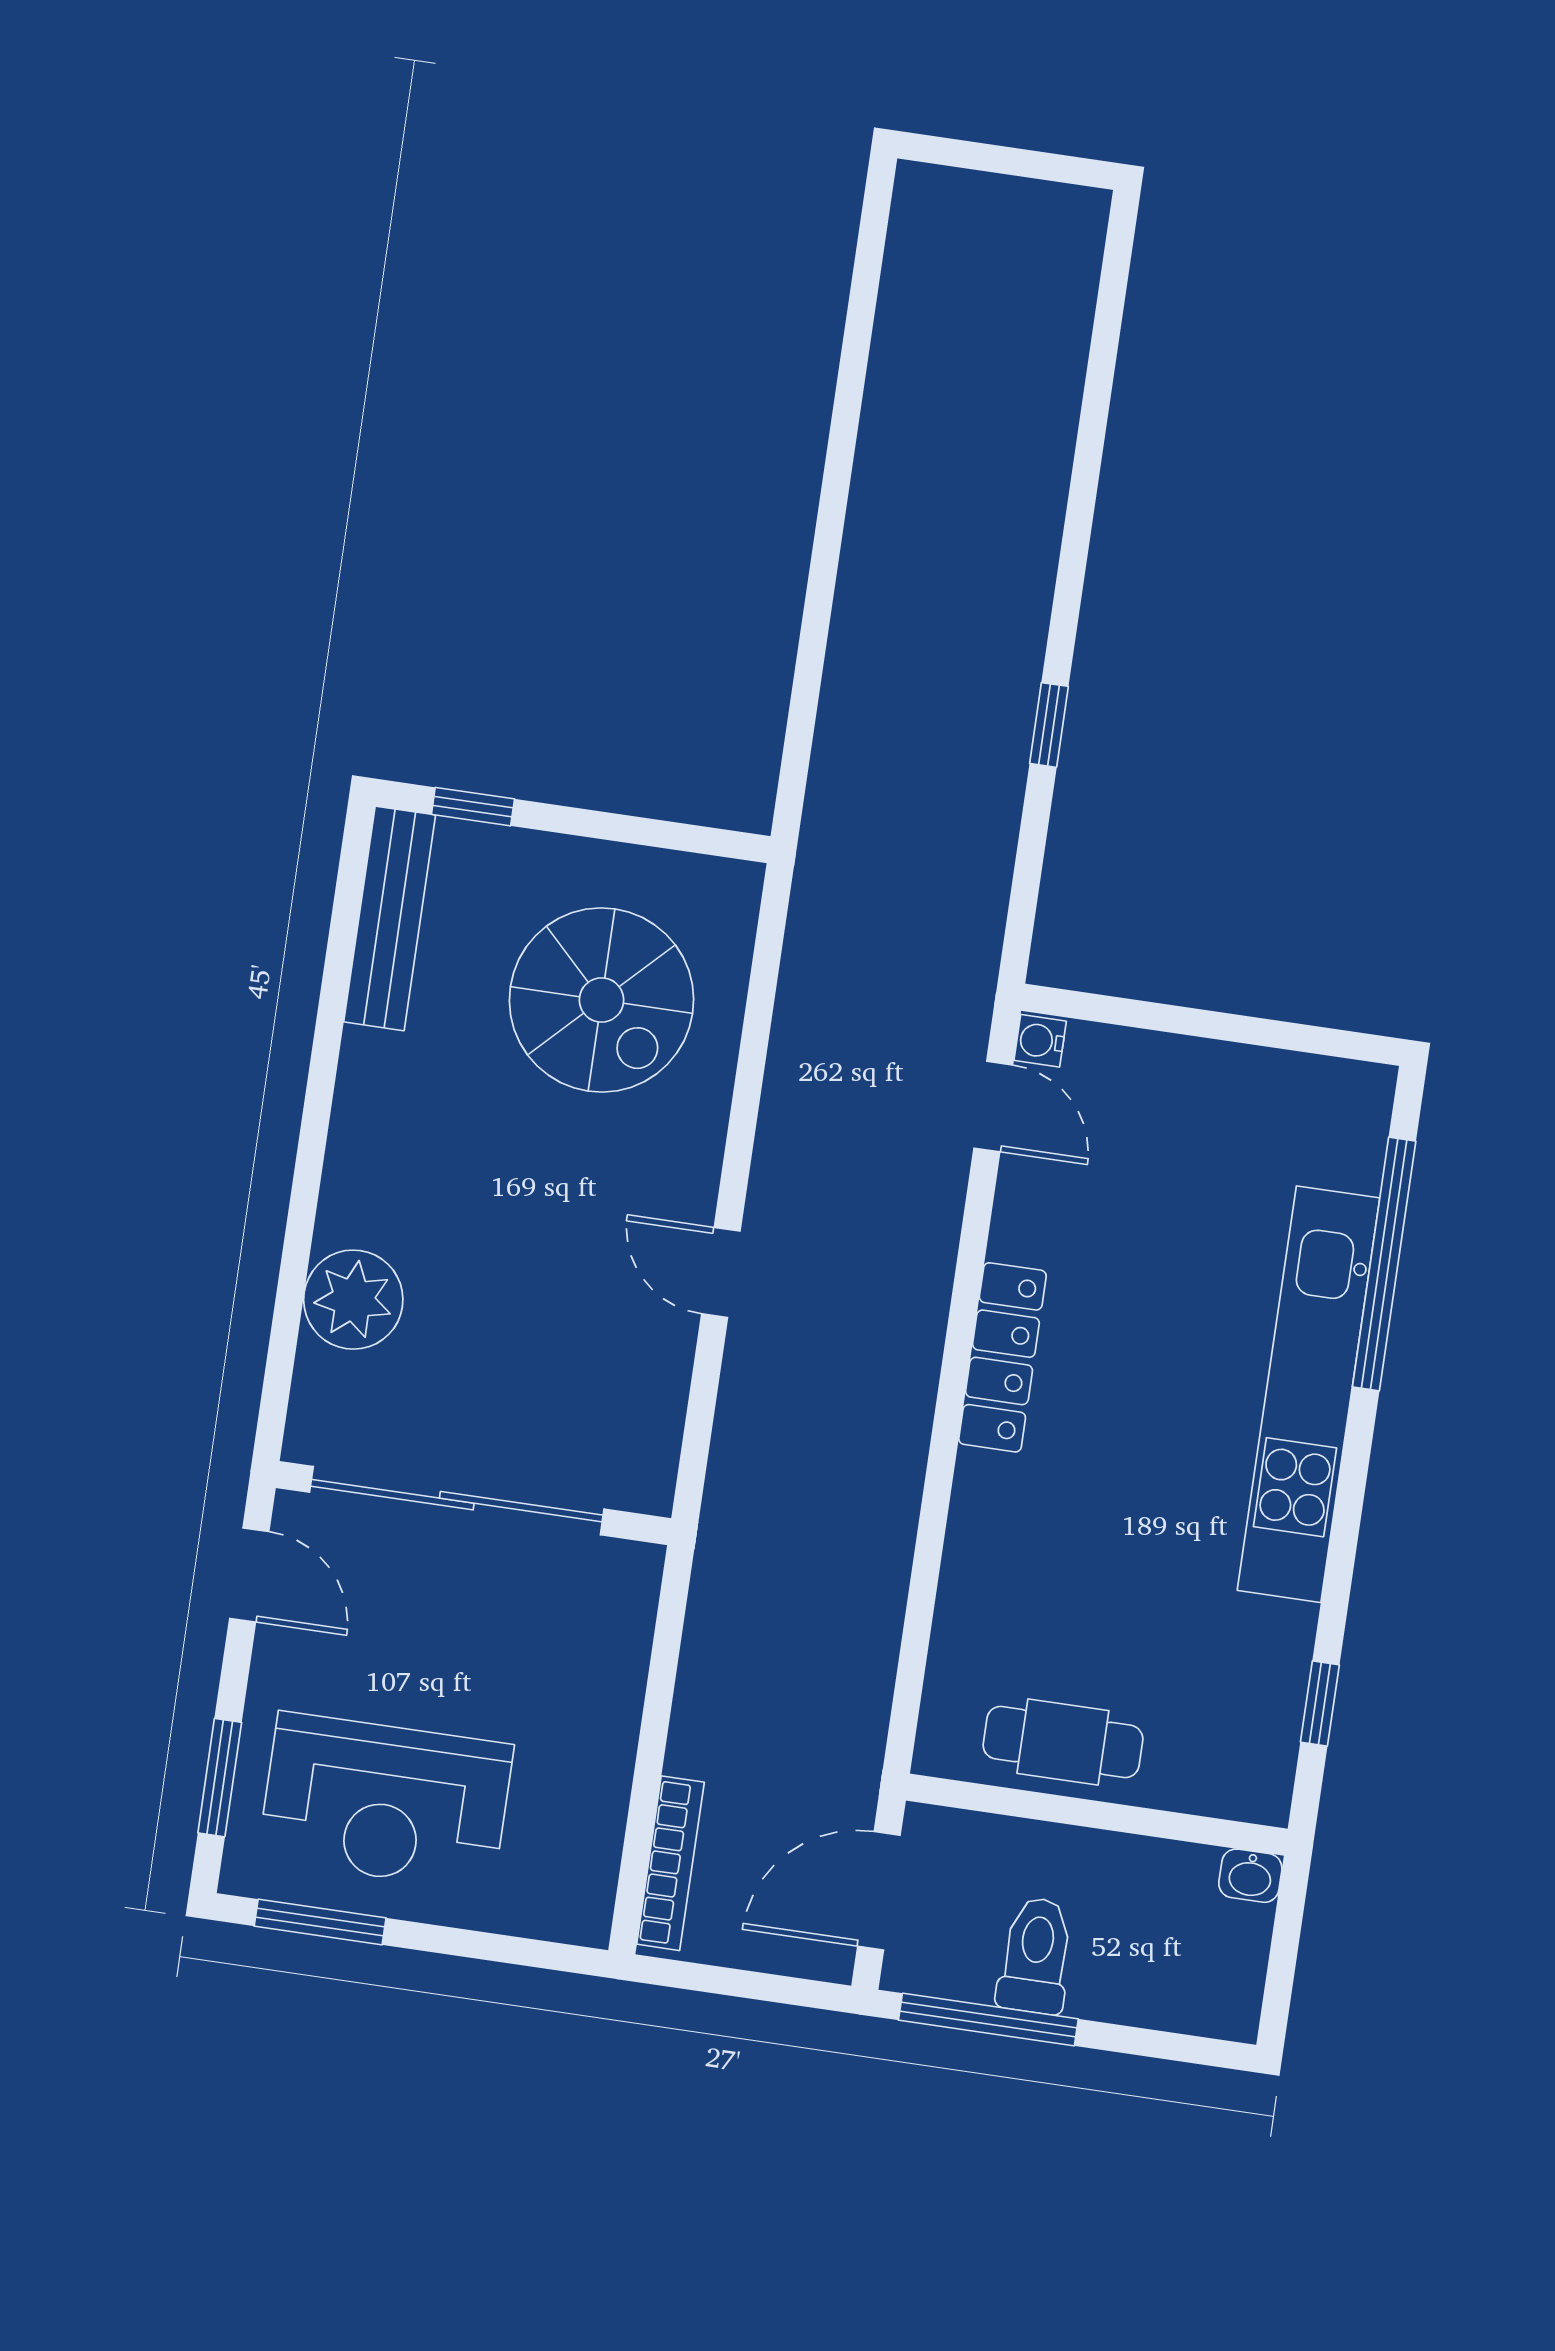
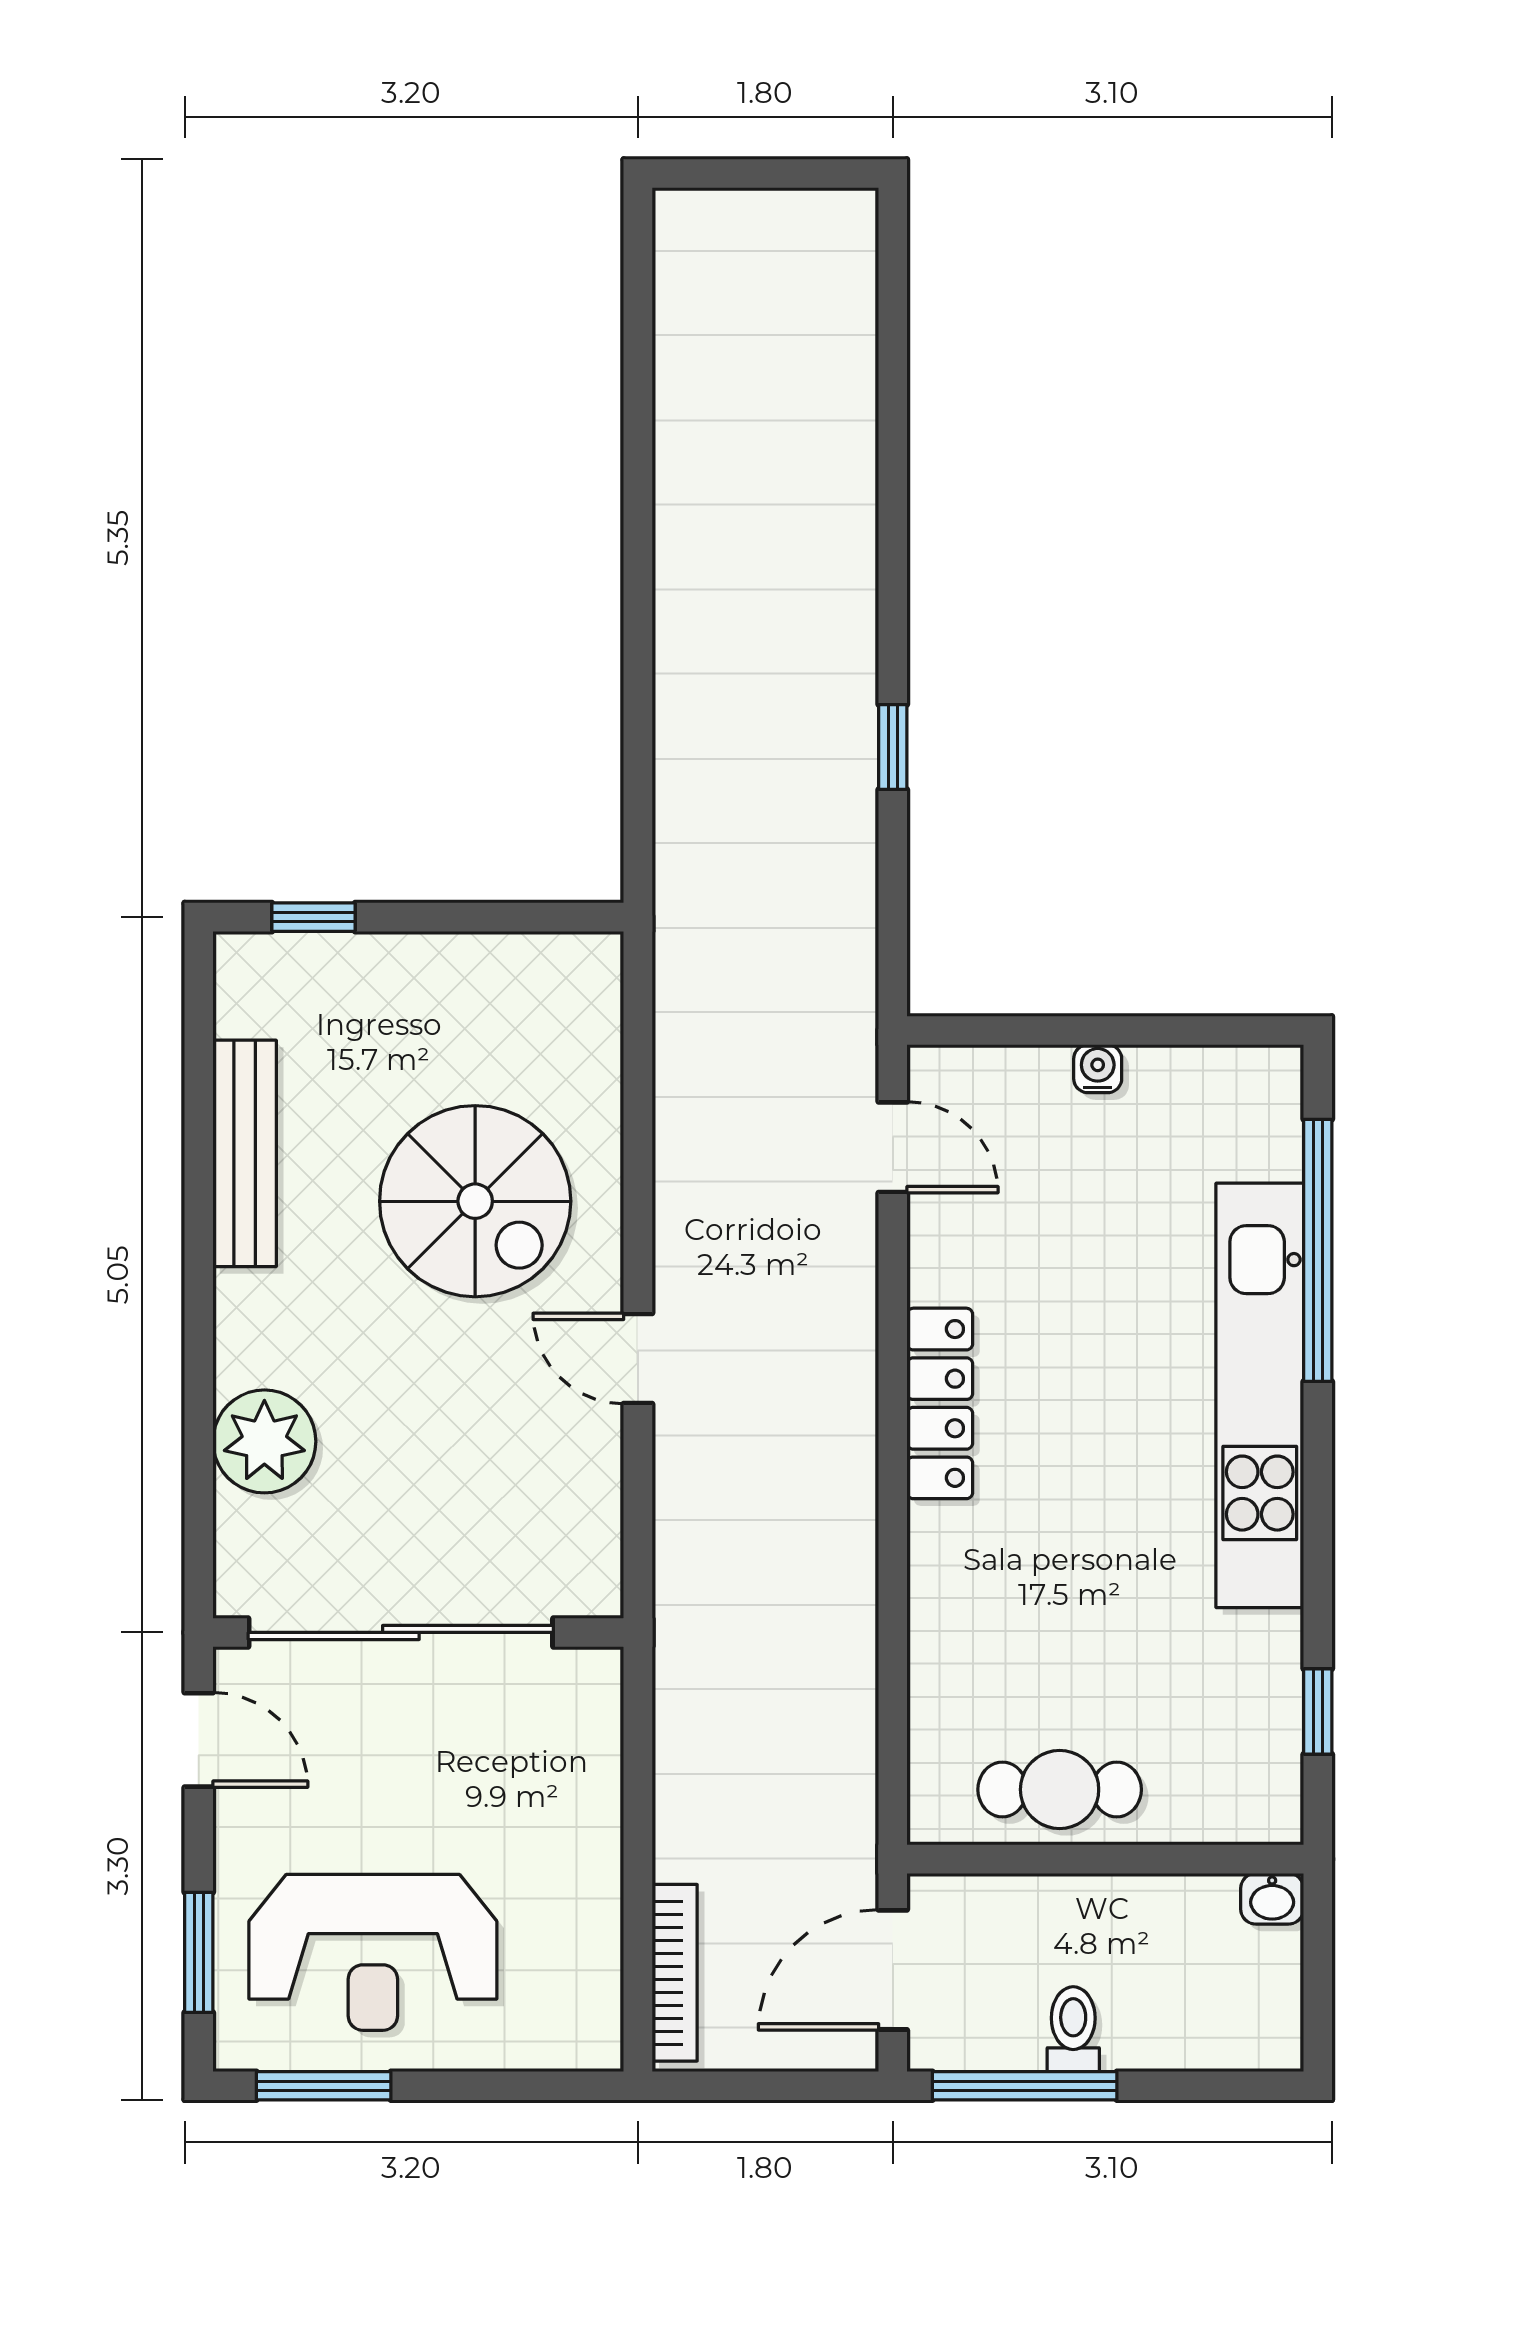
bench: (390, 918) -> (245, 1153), moved
spiral stairs: (601, 1000) -> (475, 1201), moved
water cooler: (1040, 1041) -> (1098, 1069), moved, turned 90
toilet: (1036, 1955) -> (1073, 2029), width x0.73, depth x0.72

